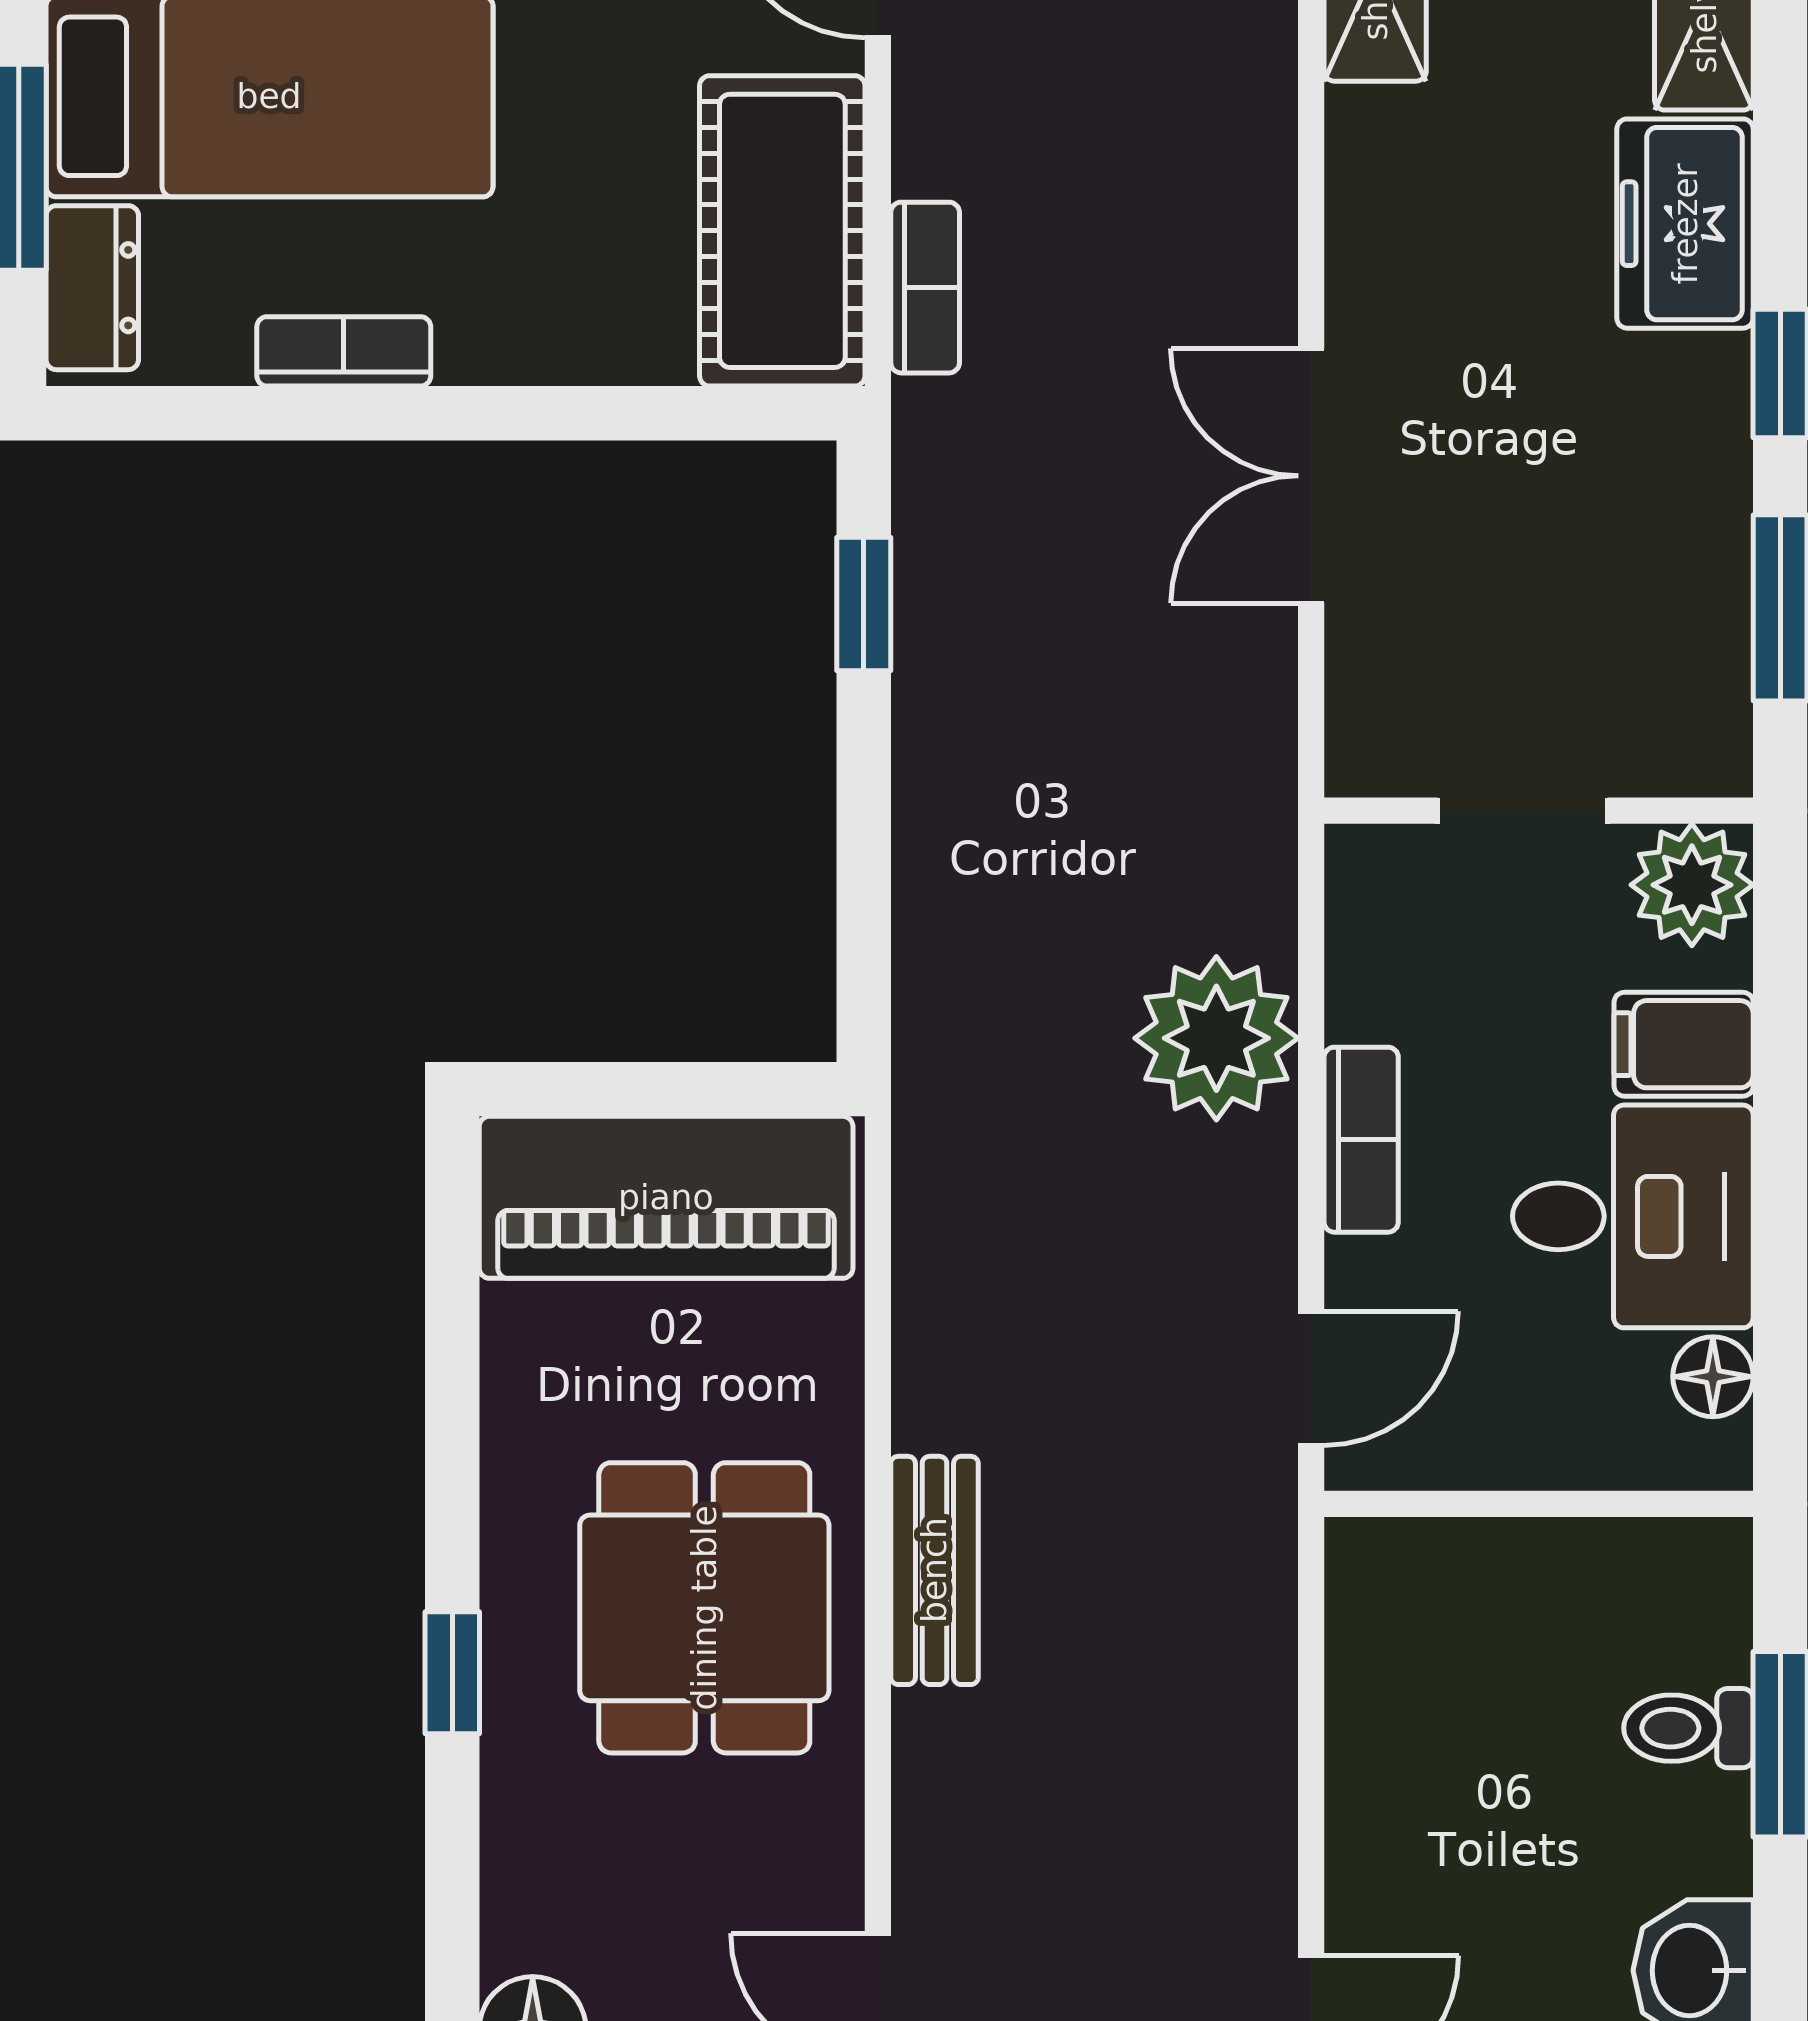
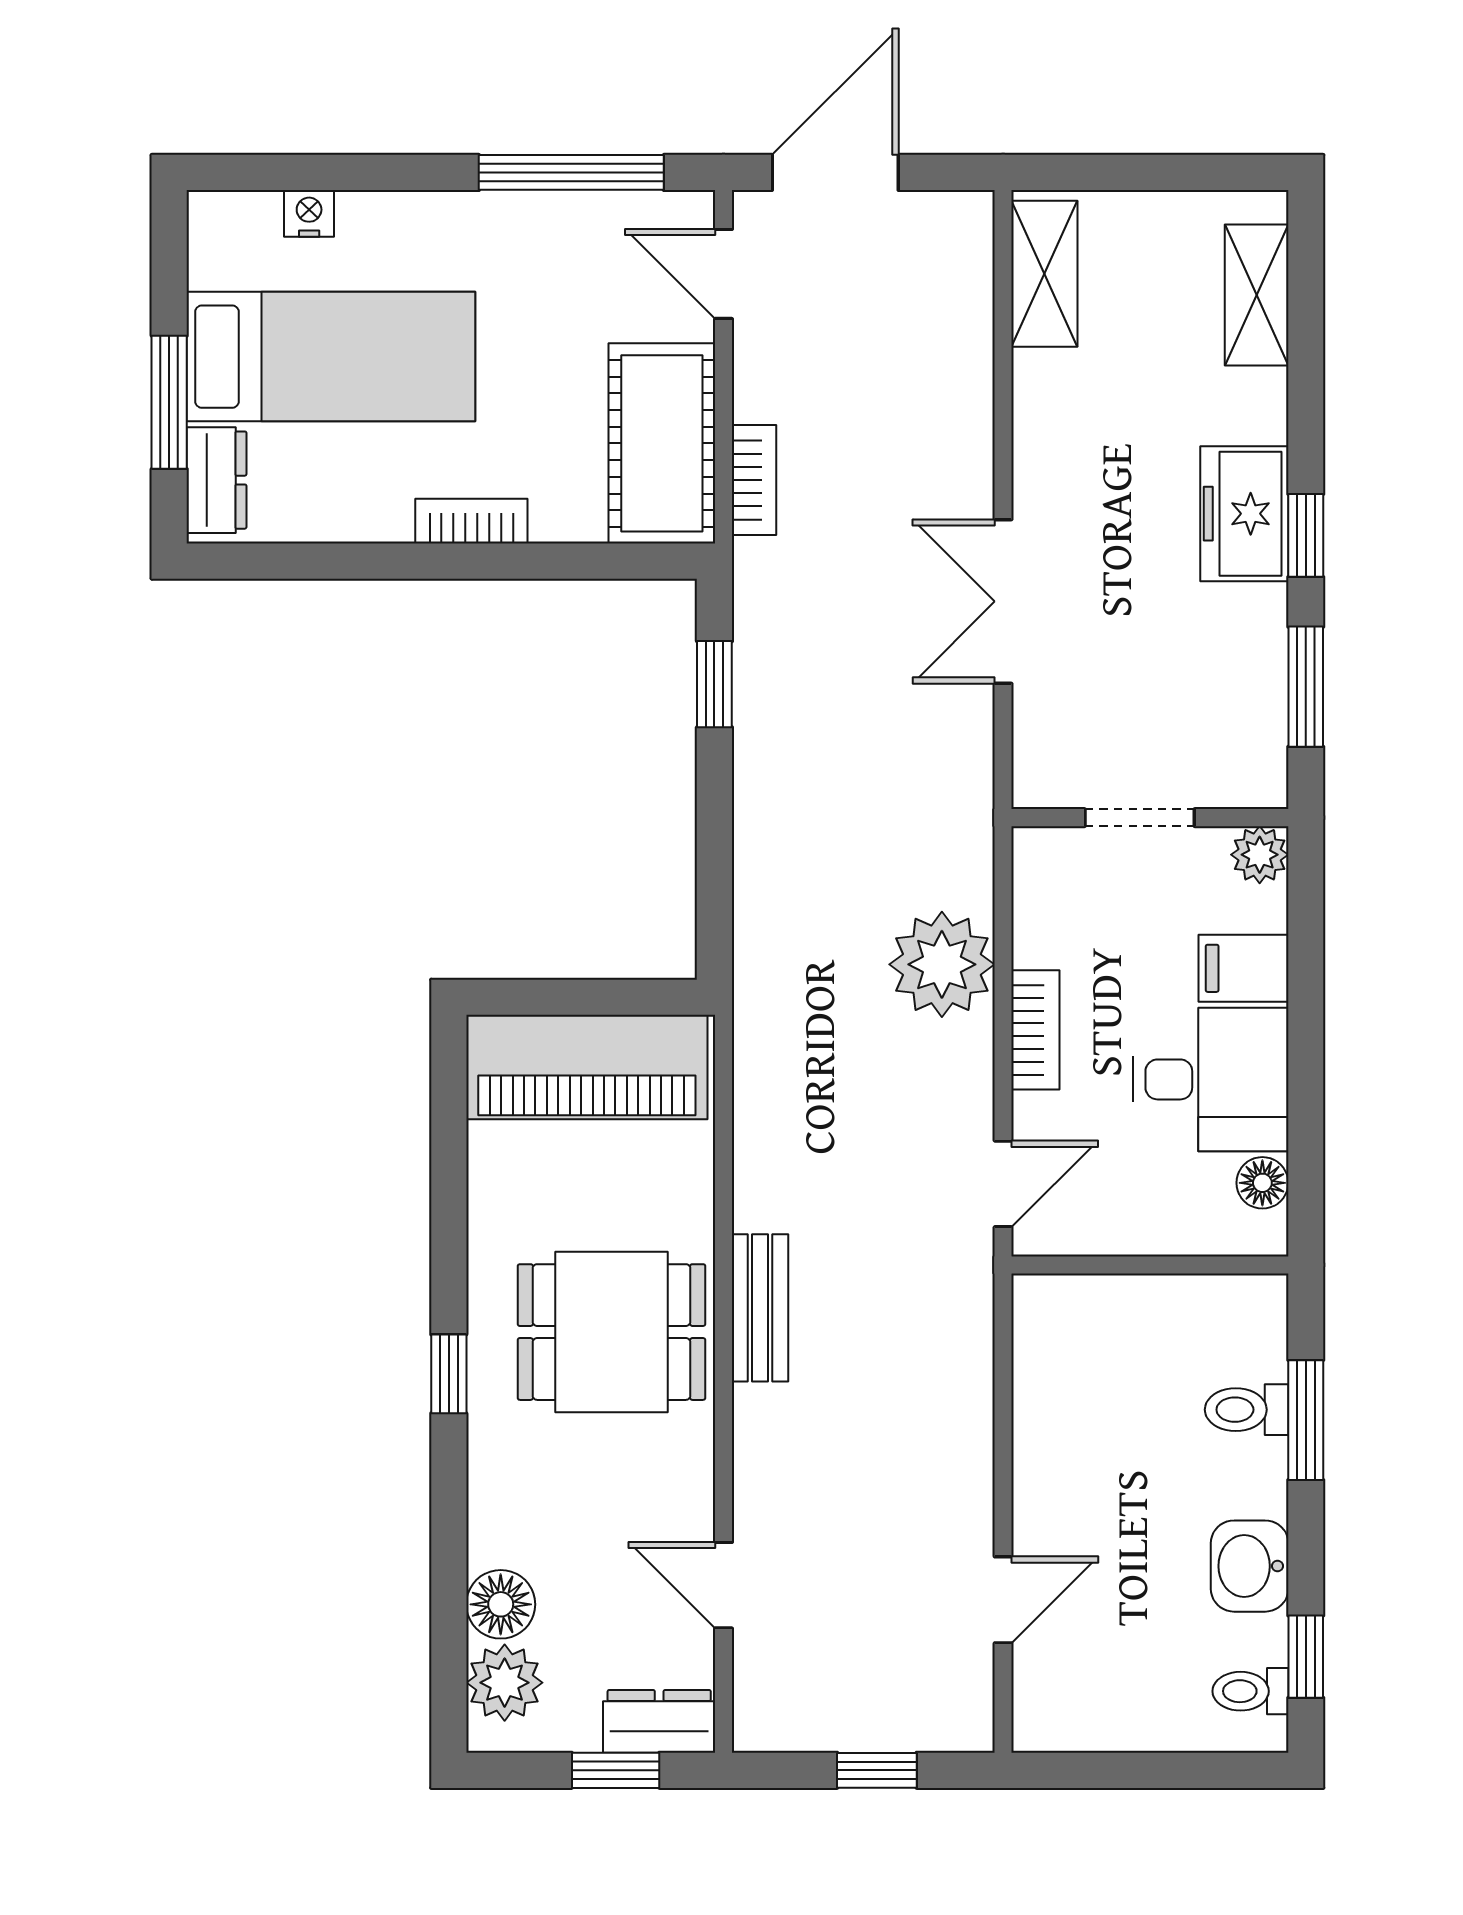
freezer: (1685, 224) -> (1244, 514), moved
bookcase: (344, 351) -> (471, 521), moved
plant: (1692, 885) -> (1260, 855), width x0.73, depth x0.73
dining table: (704, 1608) -> (612, 1332), turned 90

